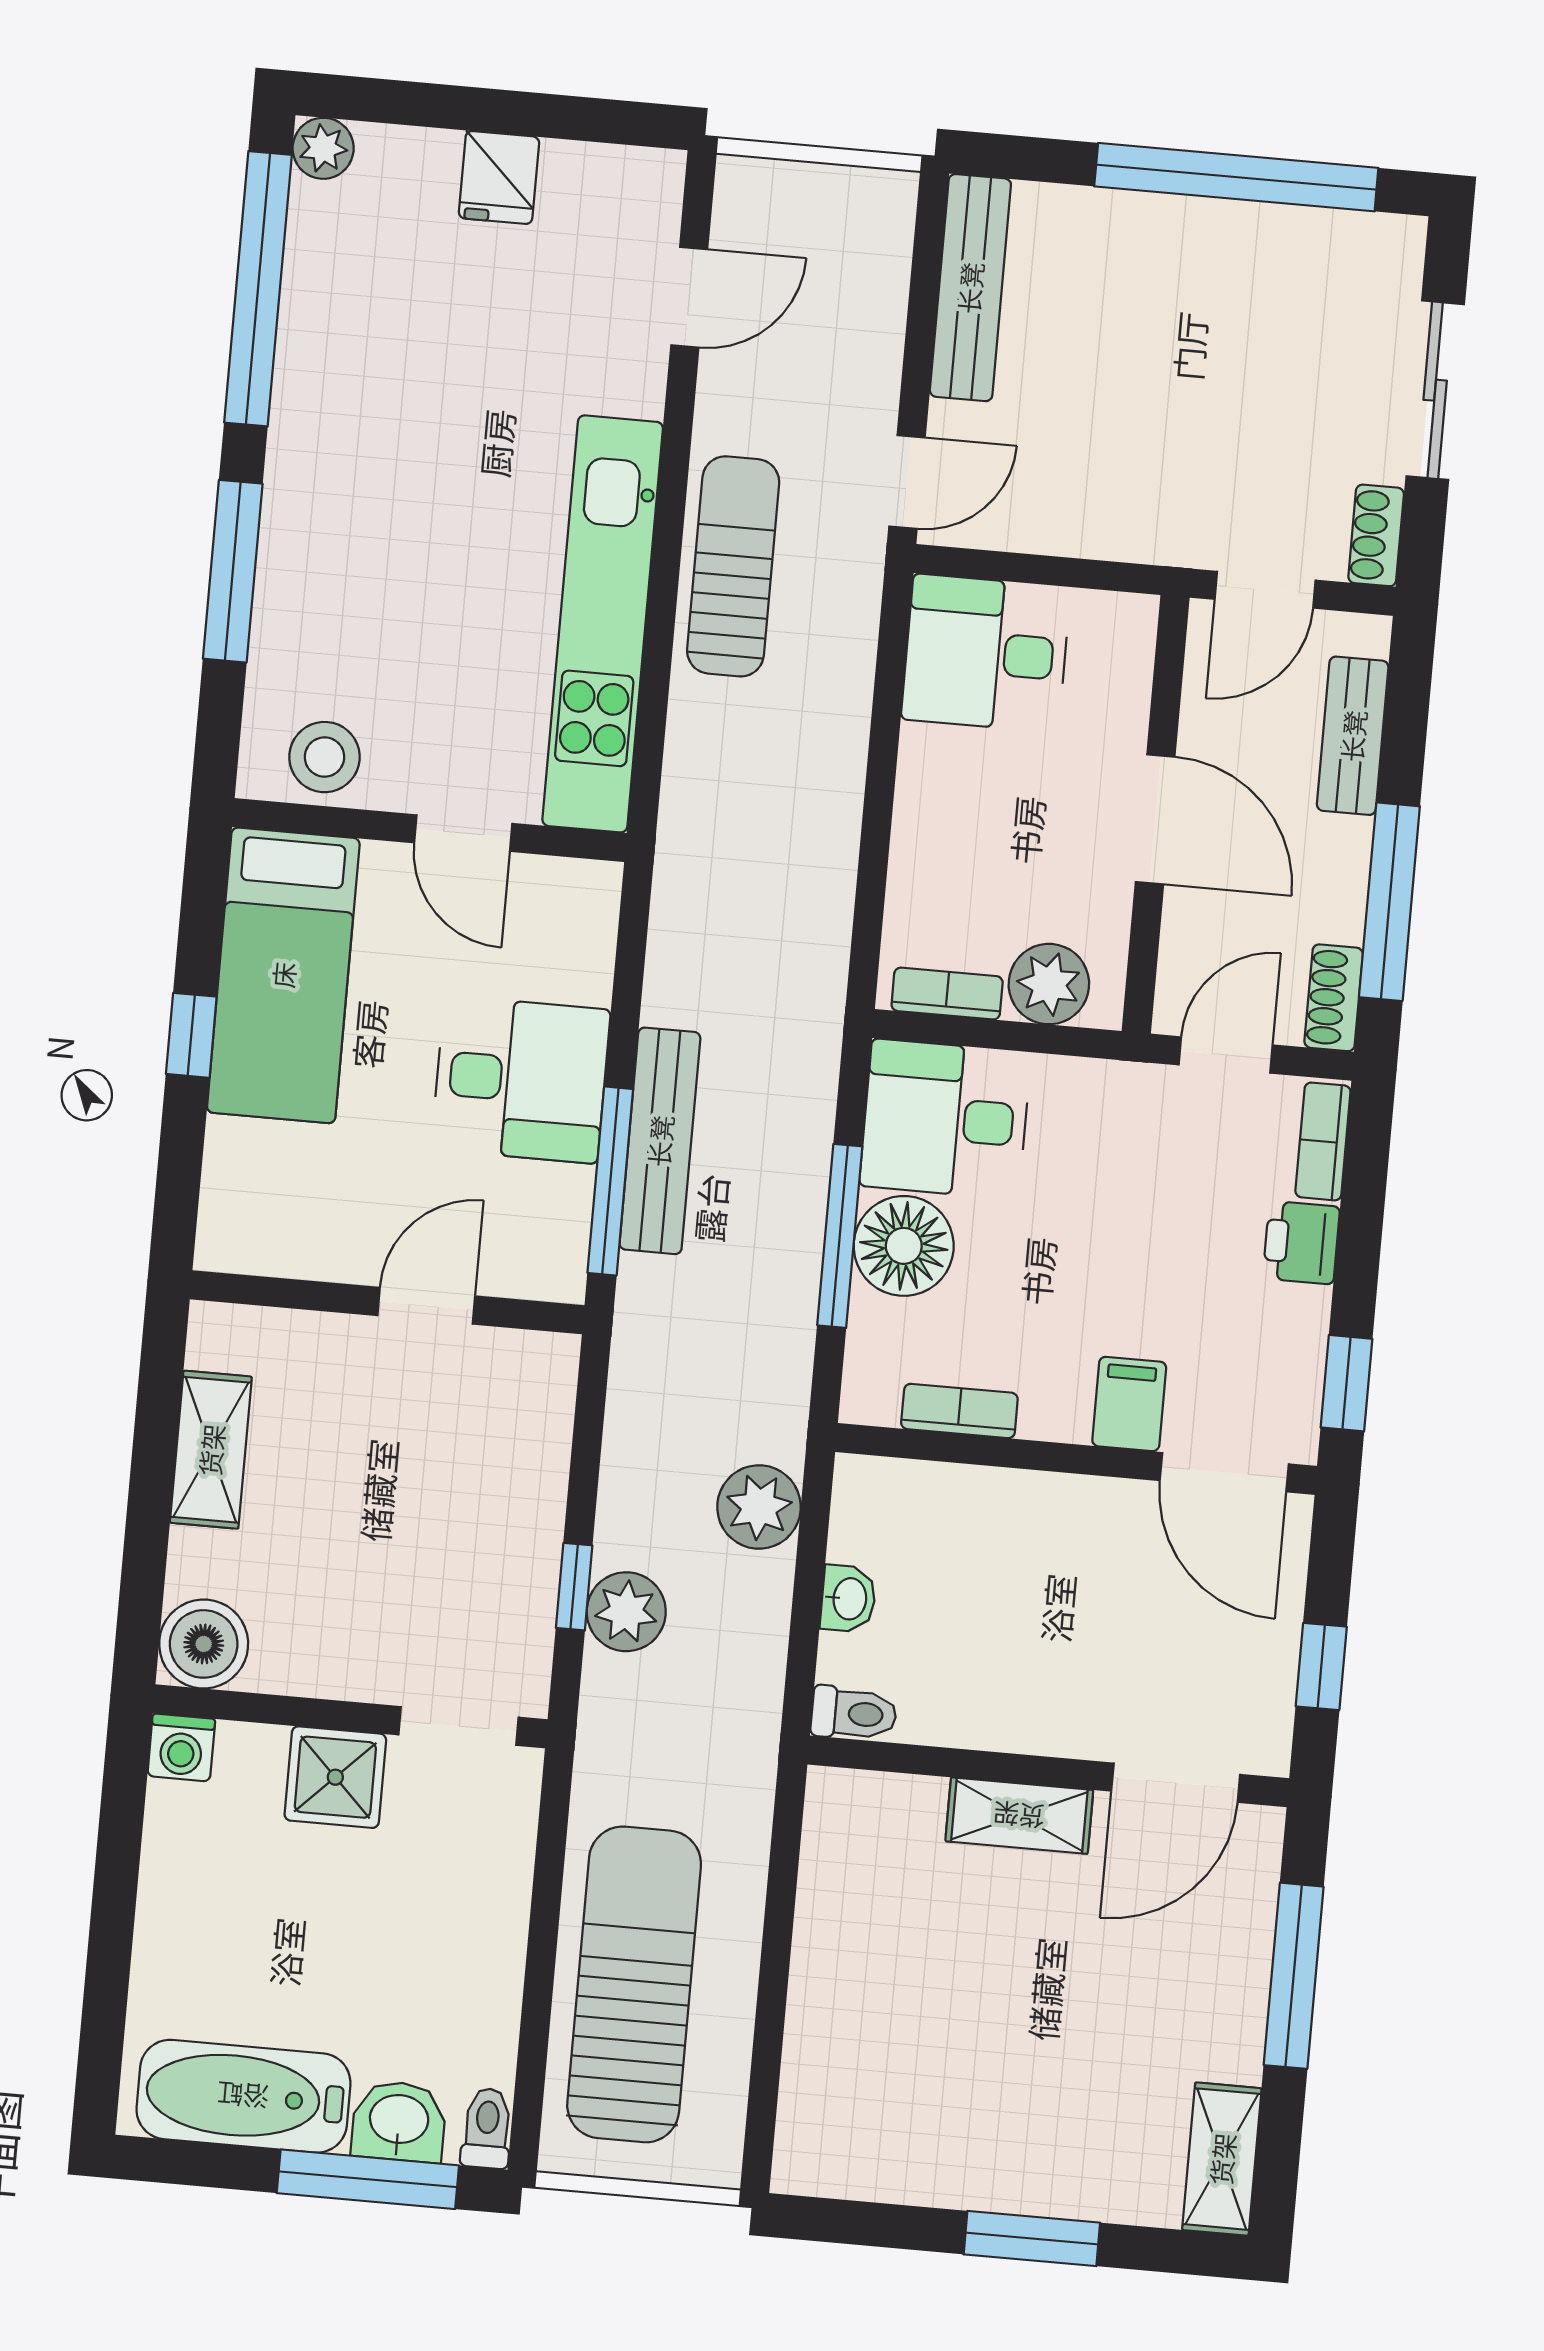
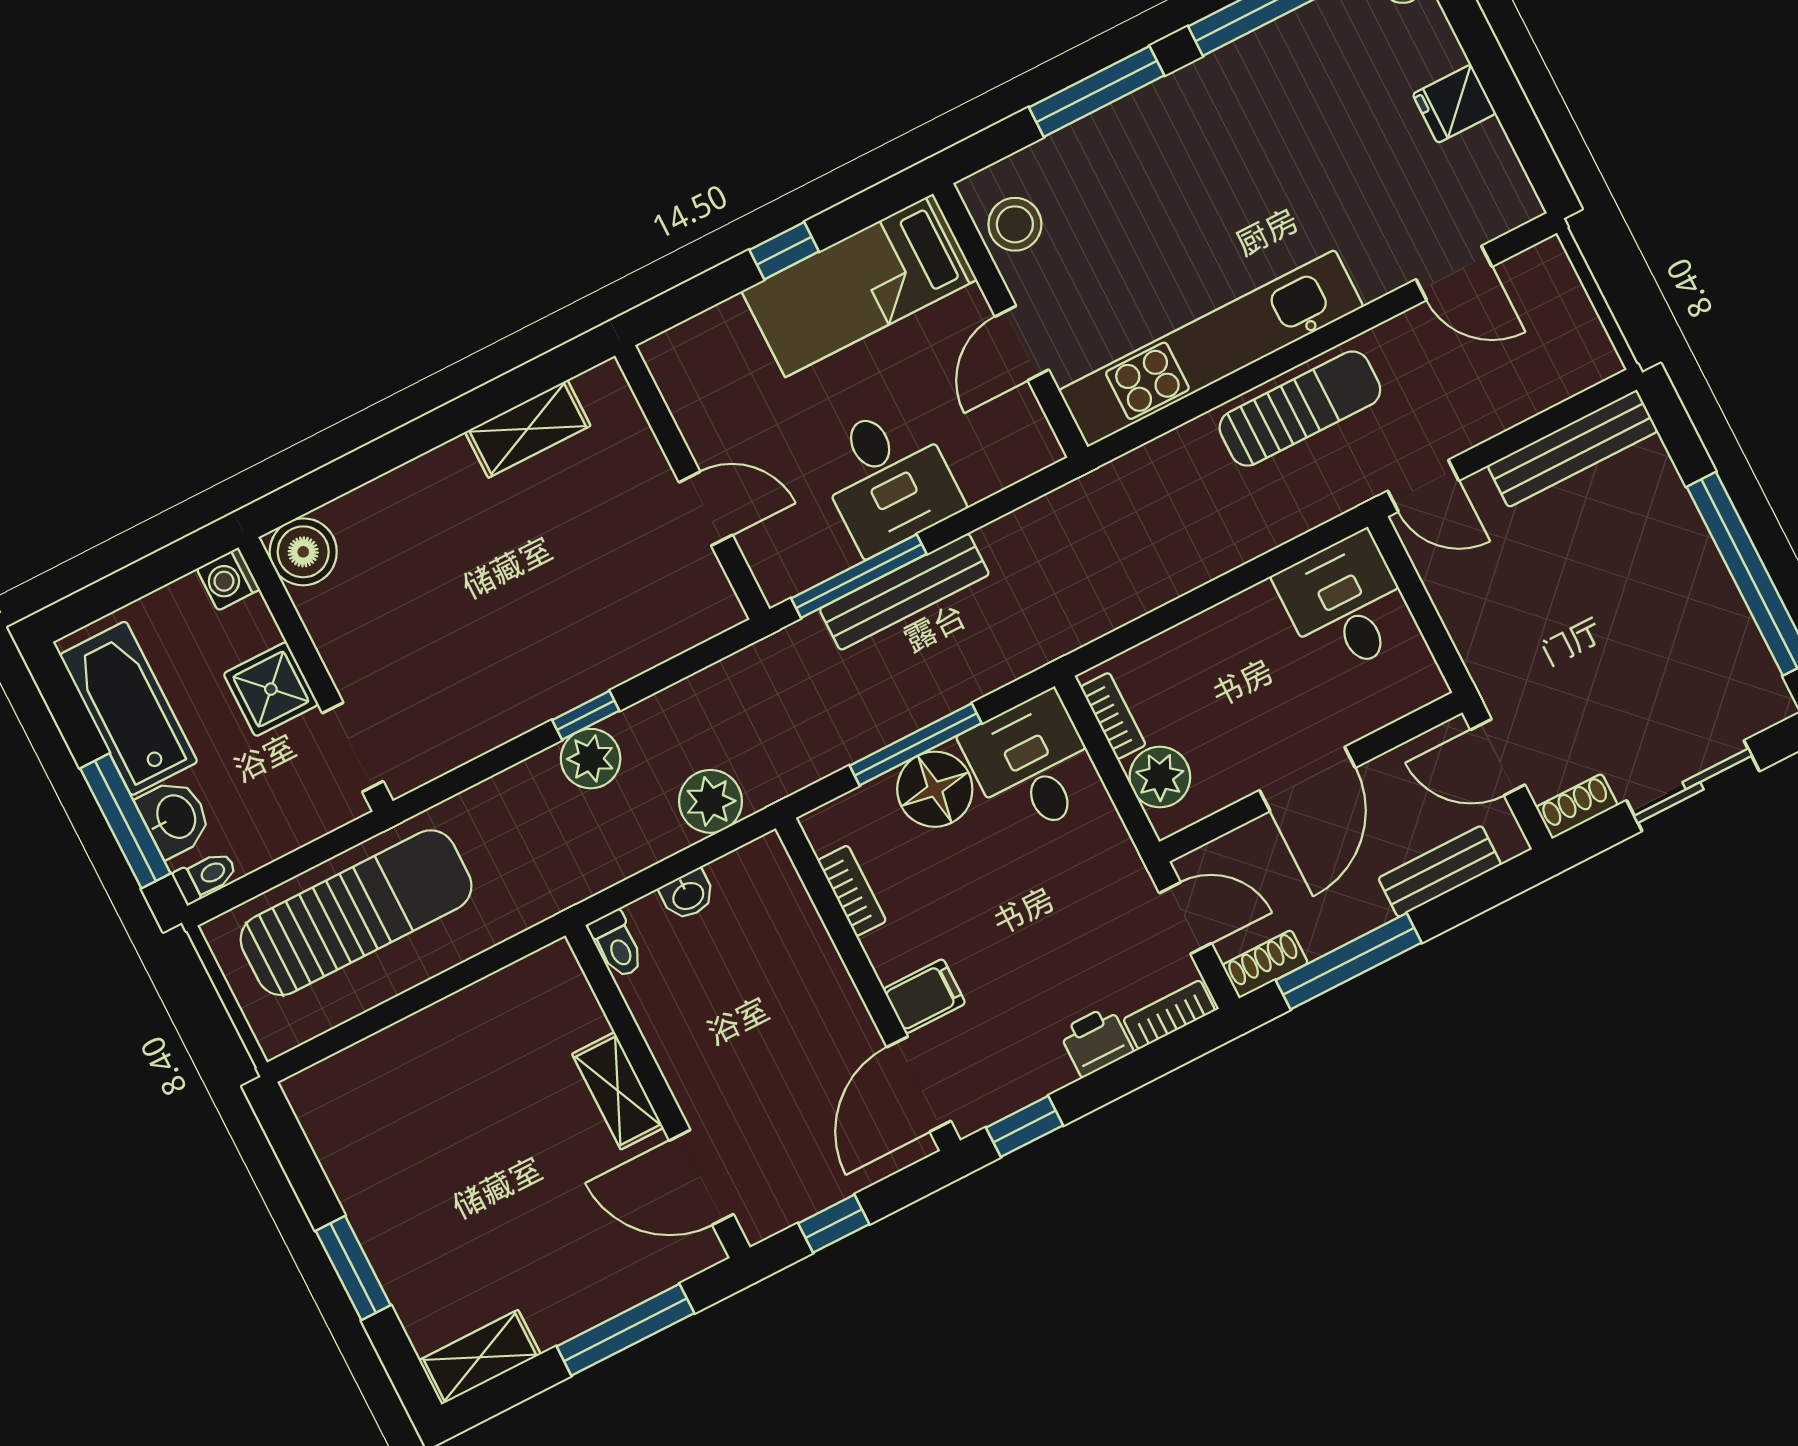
boiler: (204, 1644) -> (303, 552), moved
wall: (350, 1716) -> (316, 674), moved
doorway: (458, 1726) -> (353, 747), moved
washing machine: (181, 1748) -> (228, 579), moved
shower: (335, 1777) -> (271, 689), moved

